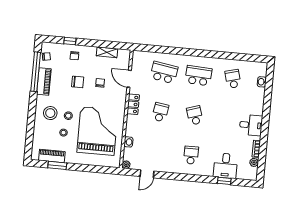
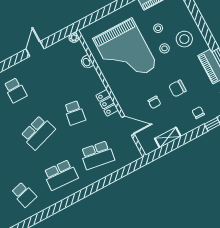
school desk: (195, 115) -> (38, 133), width x1.85
door: (147, 174) -> (35, 49), moved

